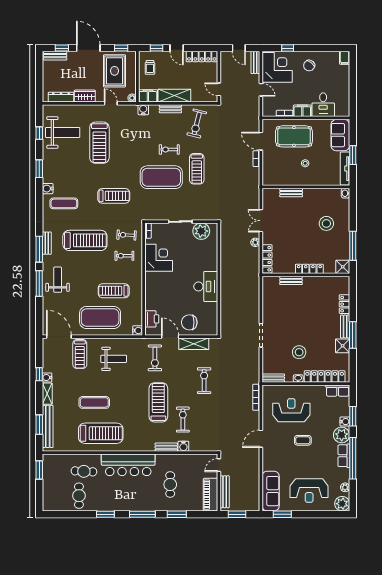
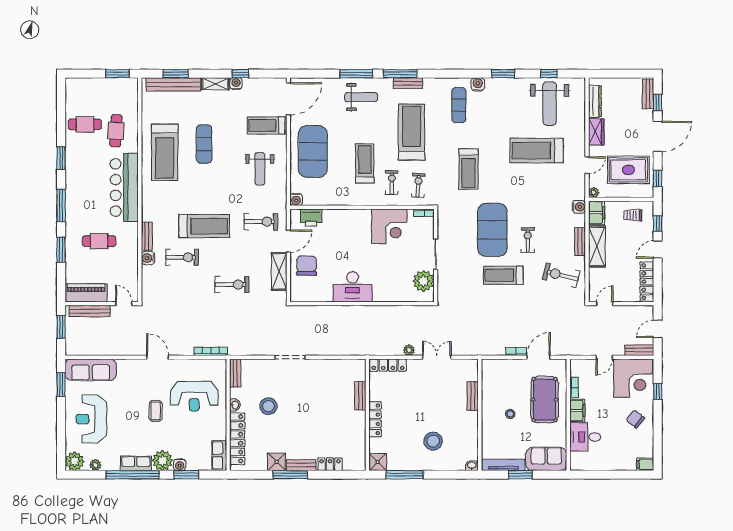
treadmill: (85, 240) -> (411, 132), turned 180
treadmill: (114, 291) -> (365, 163), moved
exercise bike: (155, 358) -> (261, 222), turned 180
reception desk: (291, 410) -> (194, 396), turned 90

